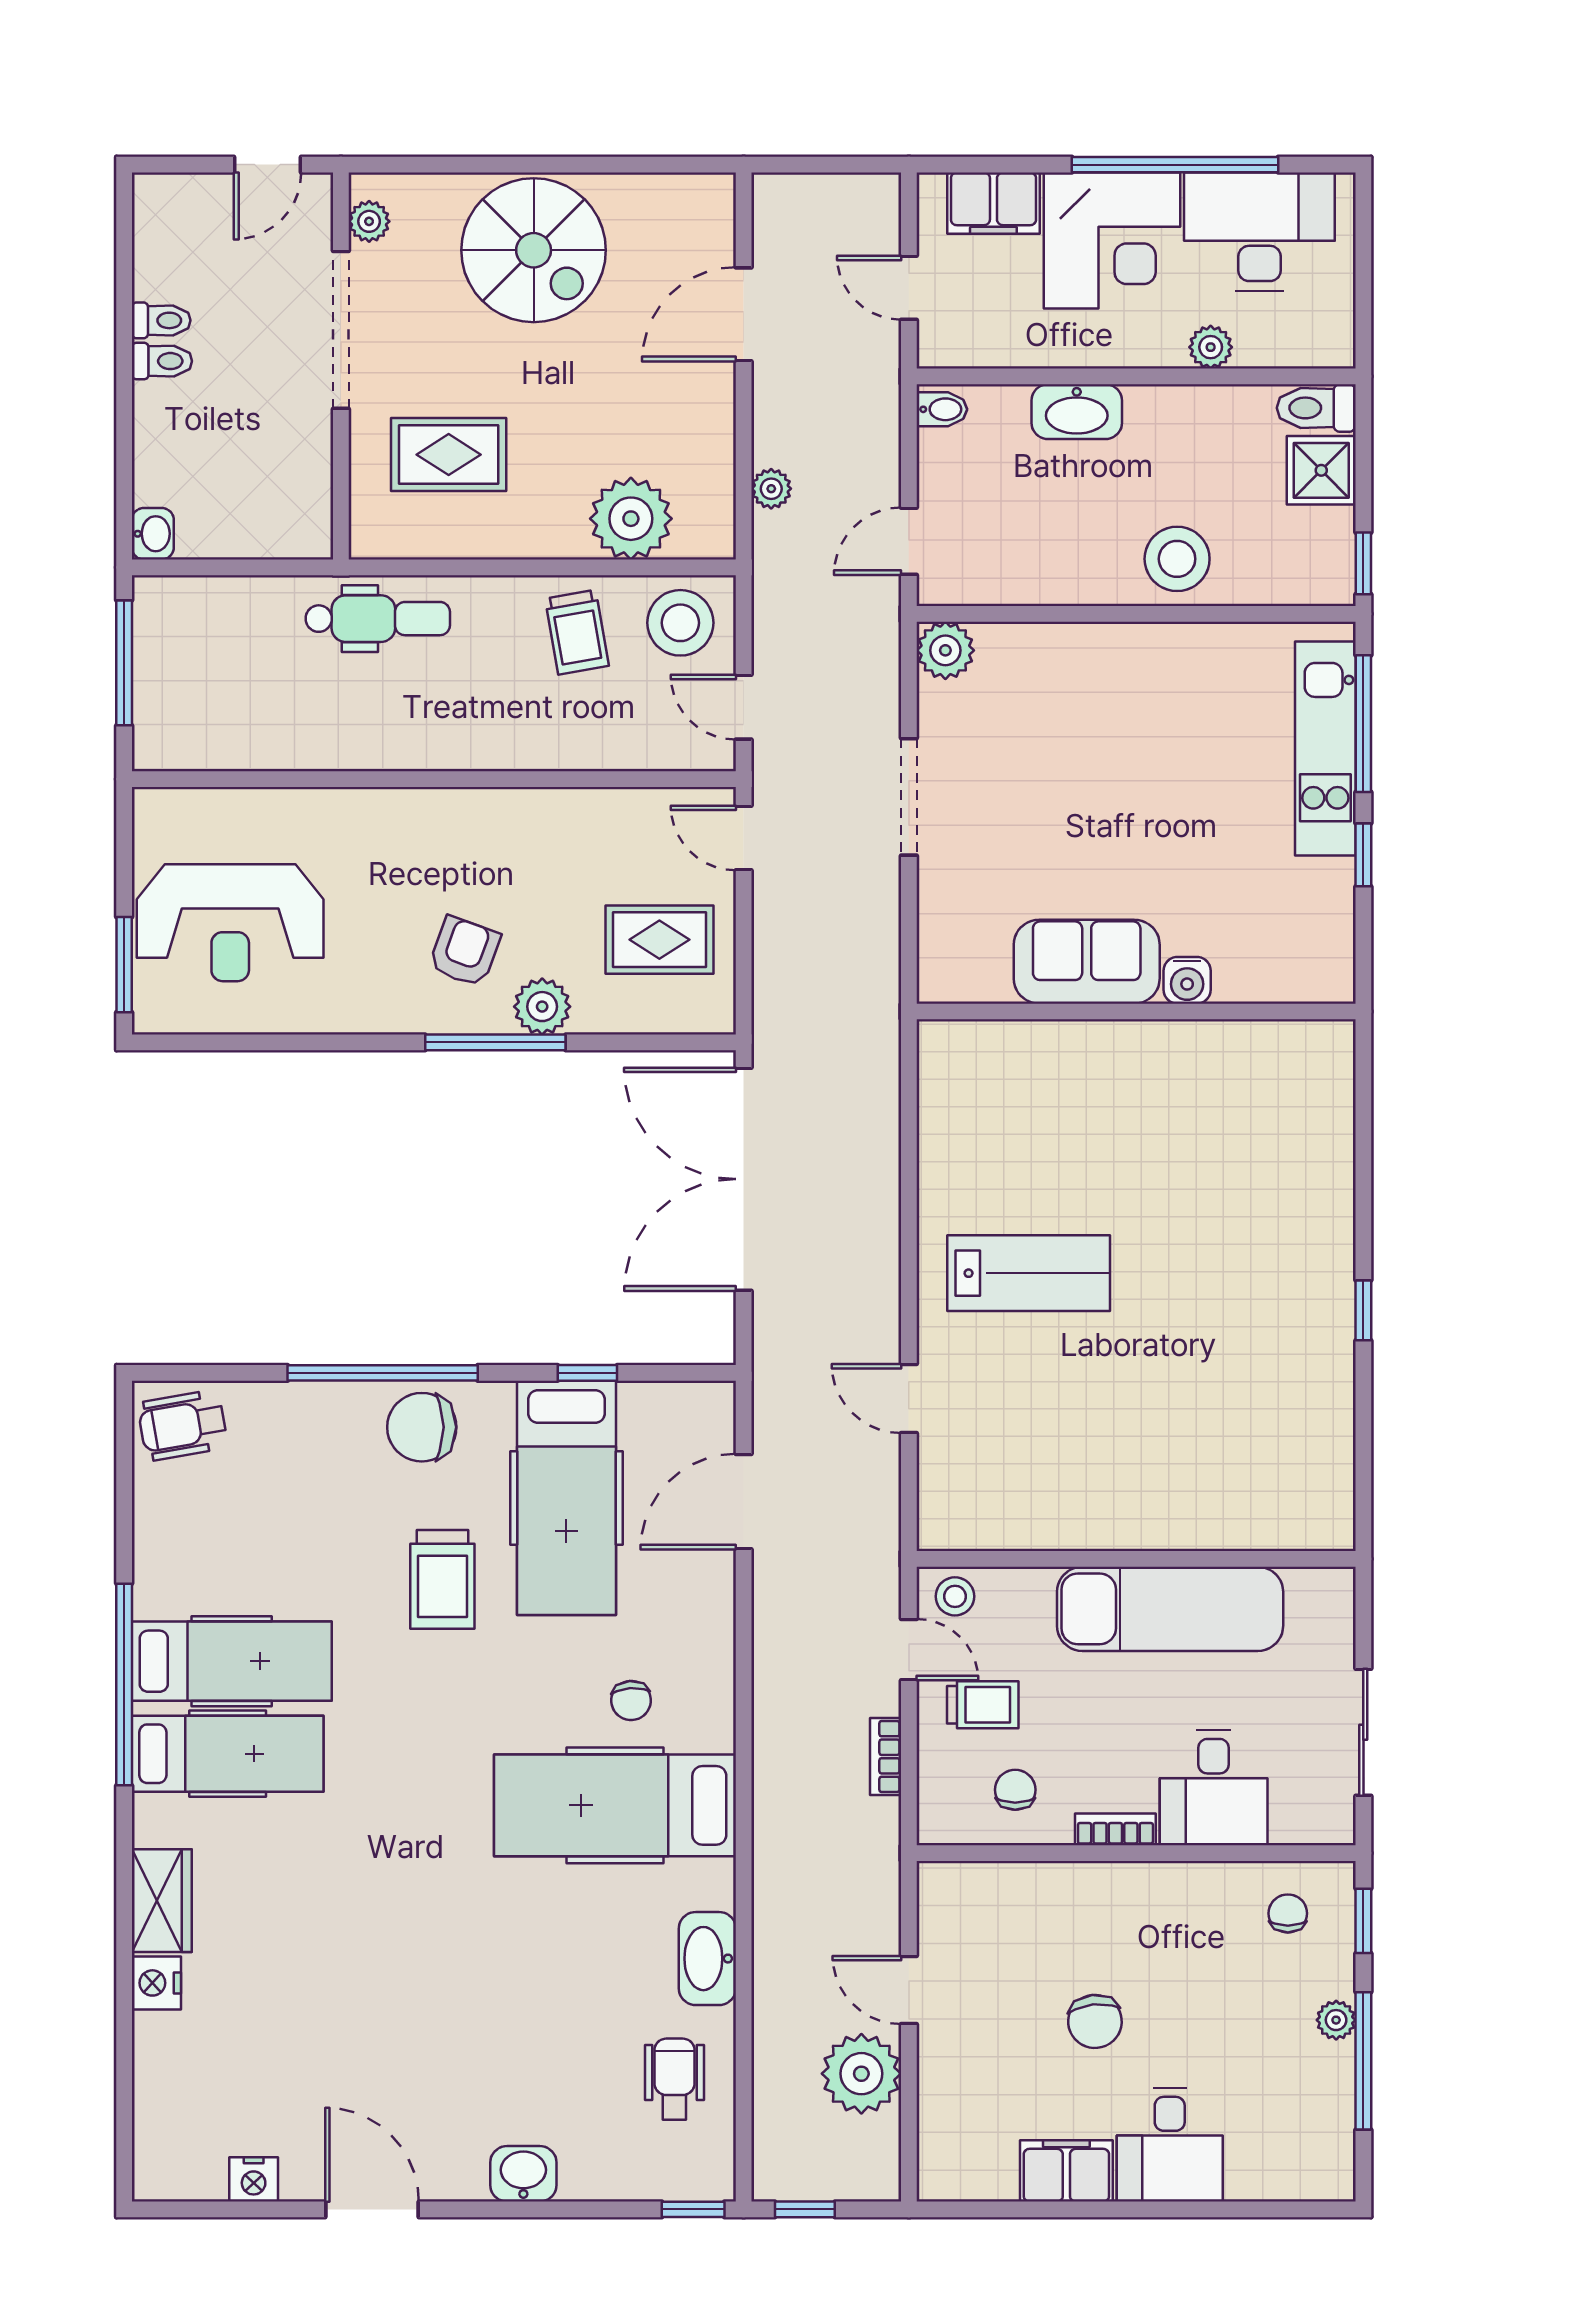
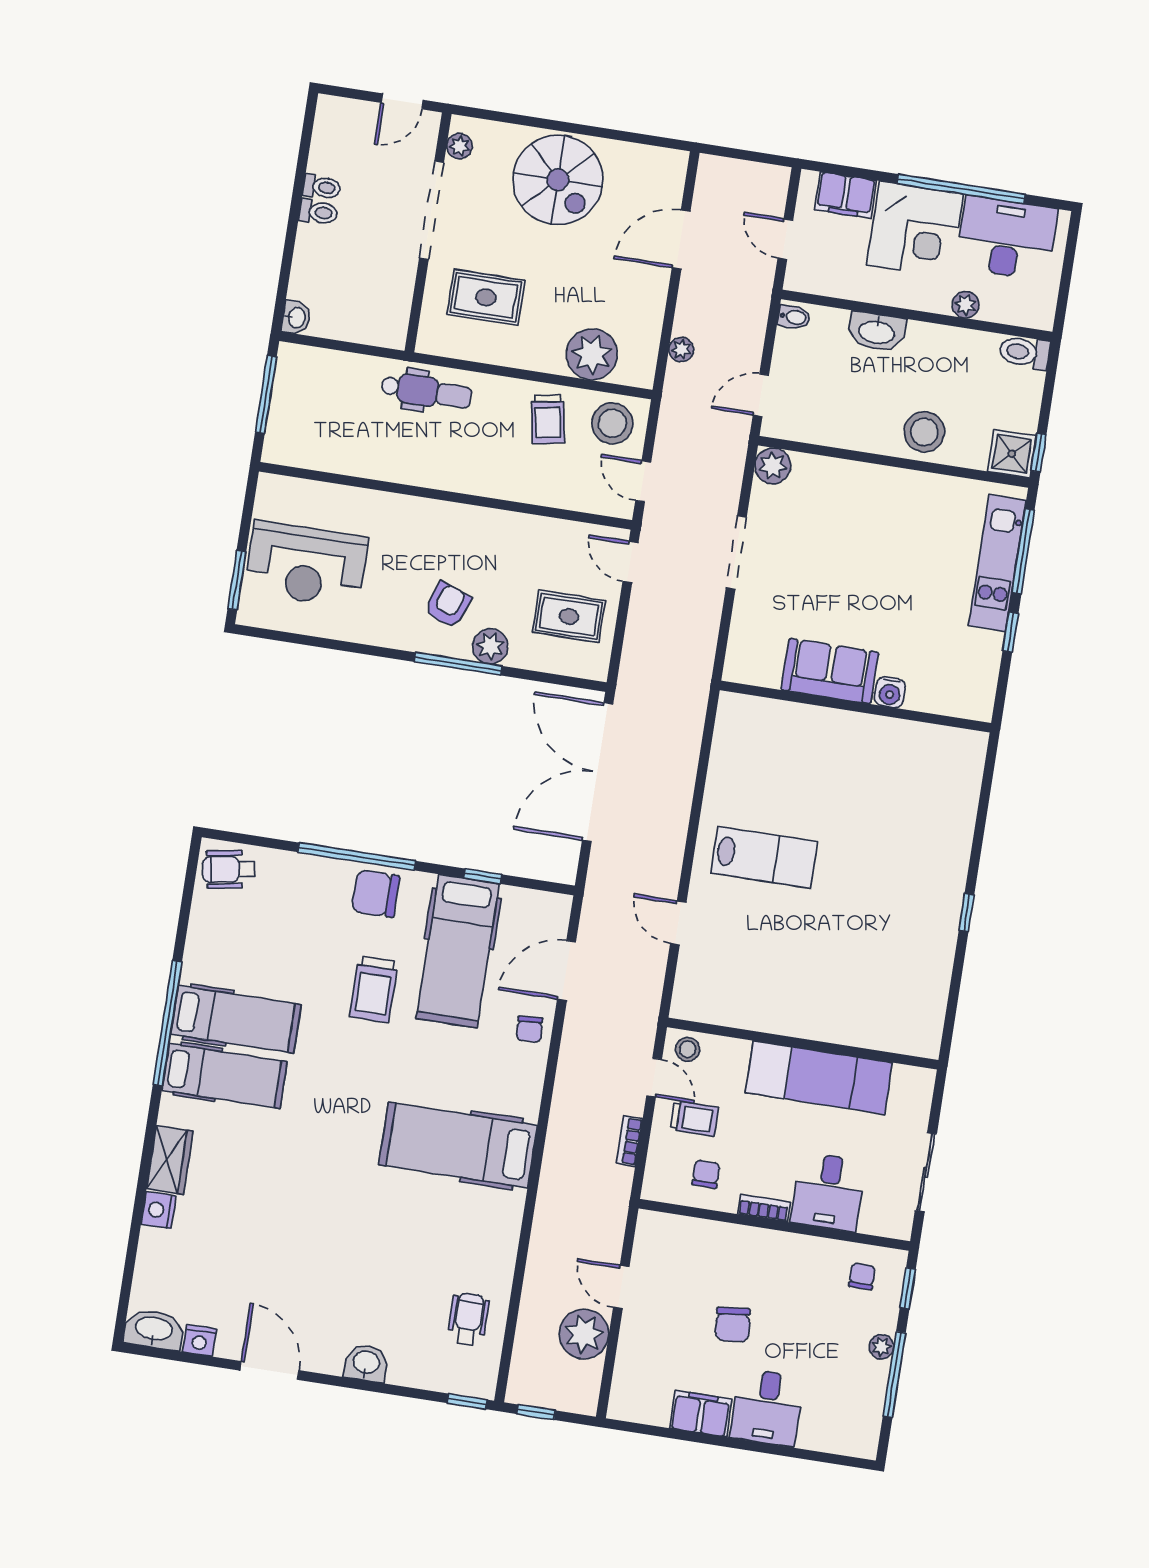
shower: (1321, 470) -> (1012, 454), moved
chair: (631, 1701) -> (529, 1029), moved
washbasin: (707, 1959) -> (154, 1329), moved, turned 90

